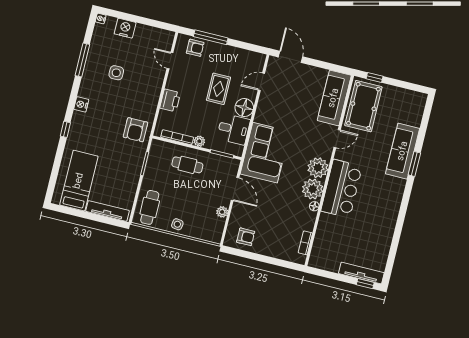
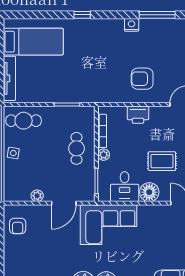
side table: (116, 73) -> (153, 53), removed
nightstand: (81, 104) -> (132, 25), moved
armchair: (135, 130) -> (142, 79), moved

